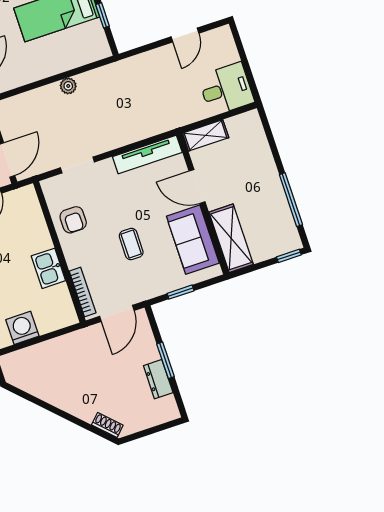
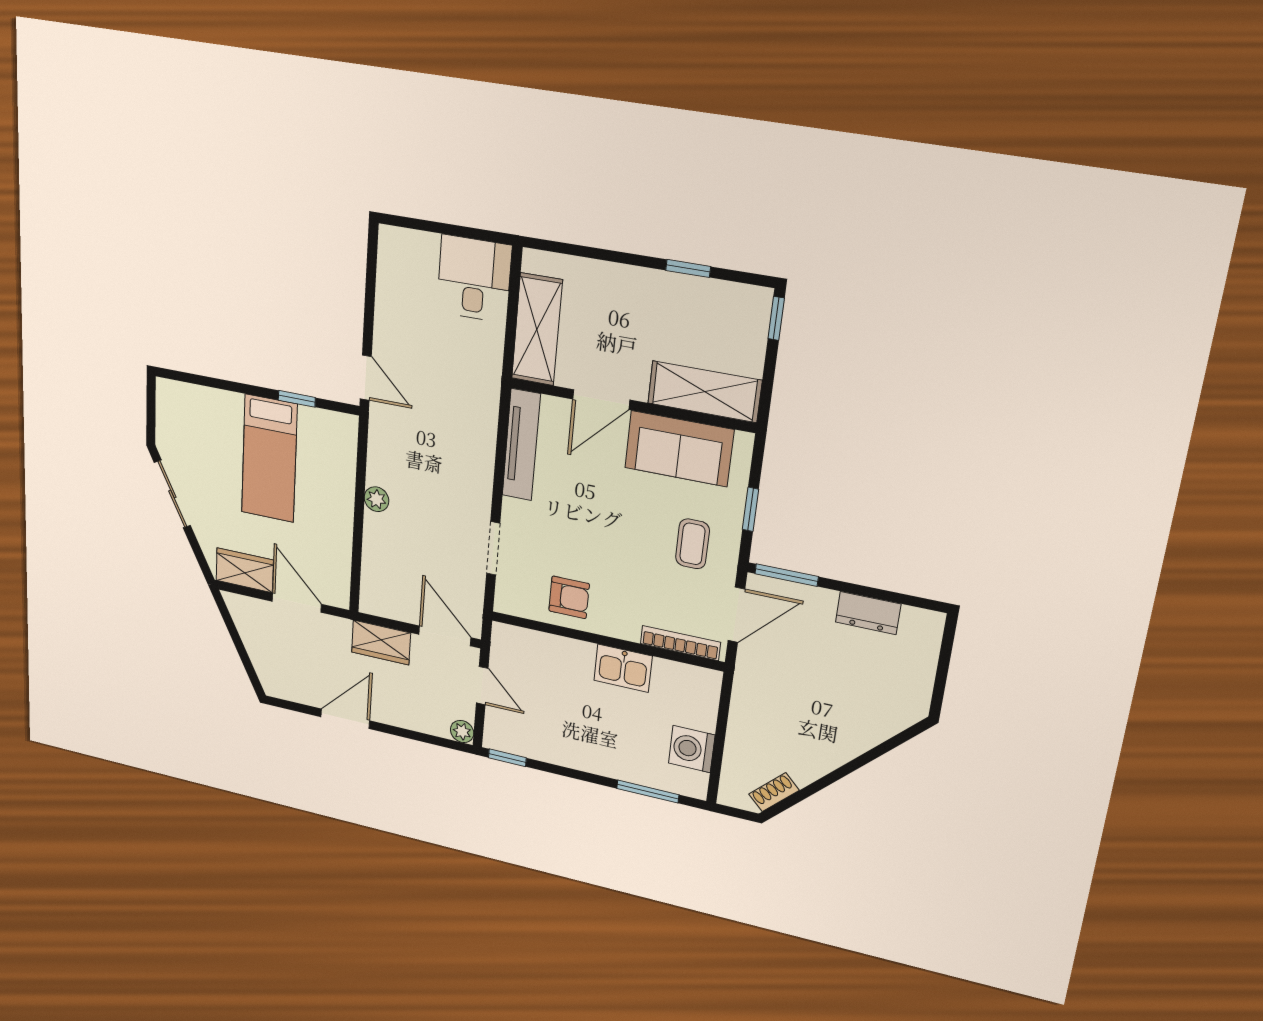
door: (185, 35) -> (366, 378), moved
shelving: (206, 135) -> (537, 329), width x1.50, depth x1.33
window: (291, 200) -> (688, 268), width x0.46
coffee table: (131, 244) -> (692, 544), moved, turned 90
door: (117, 313) -> (736, 615), hinge flipped
window: (166, 360) -> (787, 575), moved
shoe rack: (107, 425) -> (774, 792), moved

